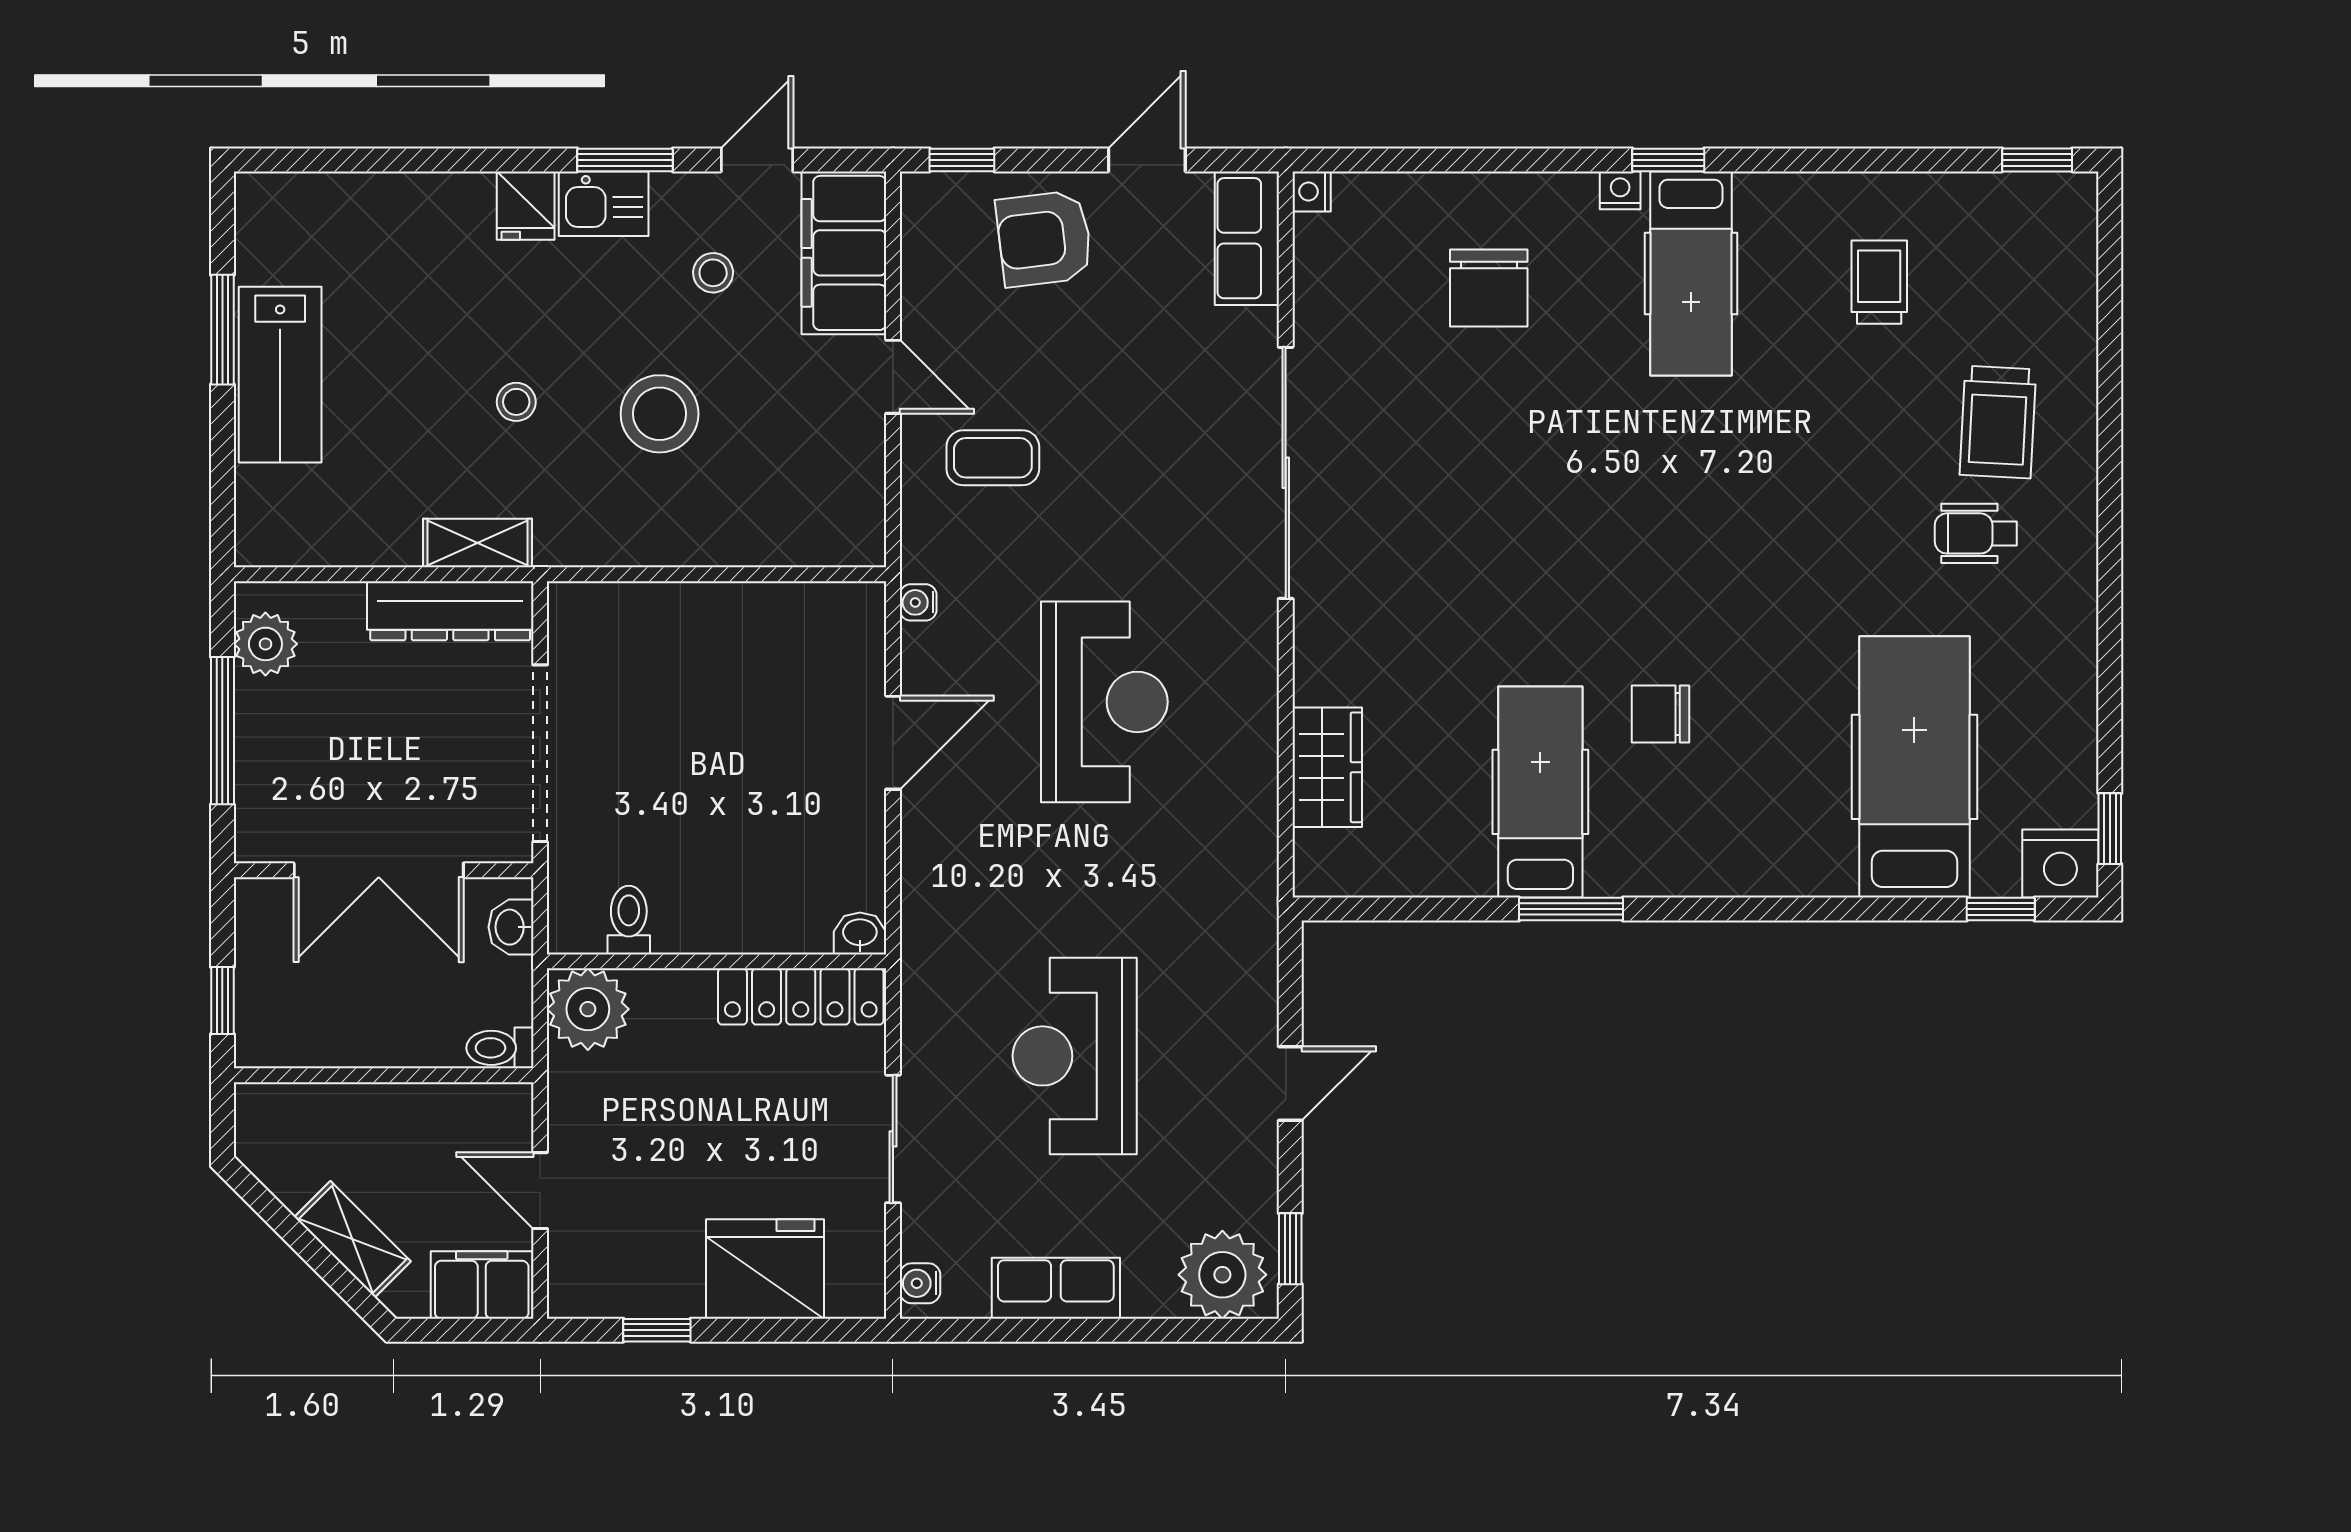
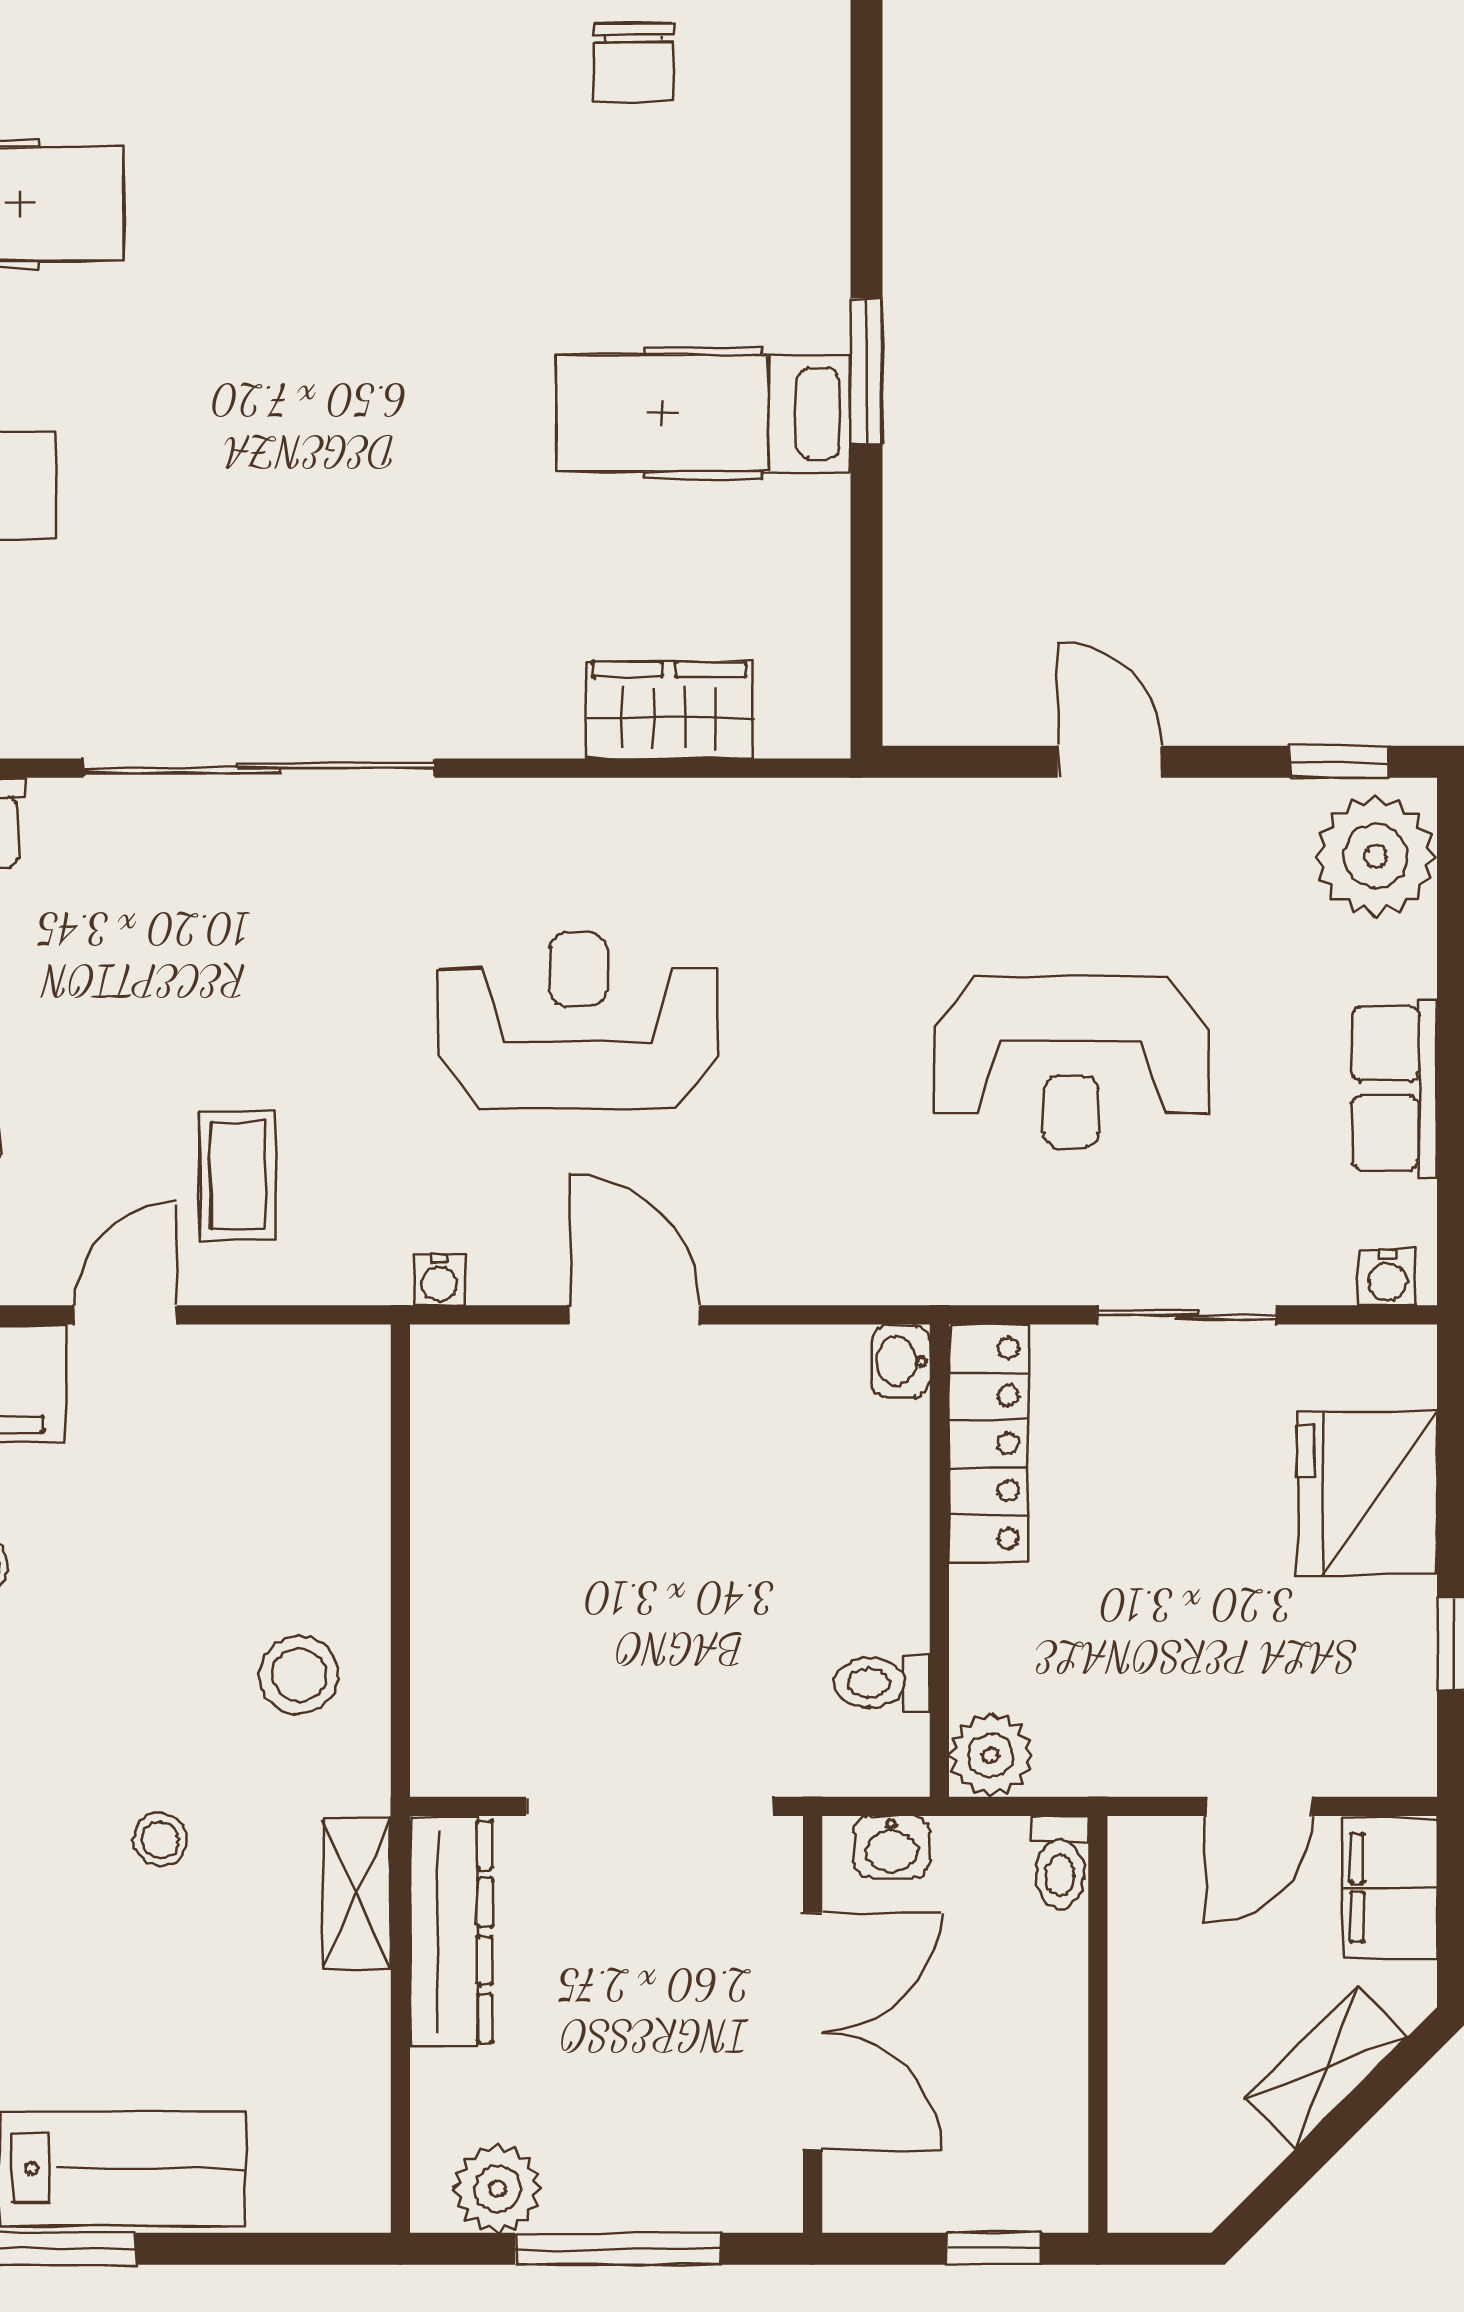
stool: (660, 414) -> (299, 1675), moved, width x0.73, depth x0.73
chair: (1660, 714) -> (634, 62), moved
plant: (588, 1009) -> (991, 1755), width x0.73, depth x0.73

